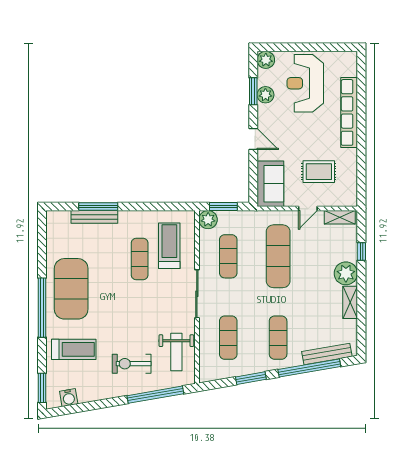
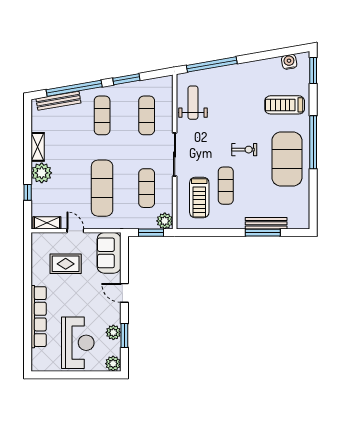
door: (308, 209) -> (75, 231), hinge flipped
exercise bike: (132, 364) -> (244, 150), moved, width x0.73, depth x0.72

